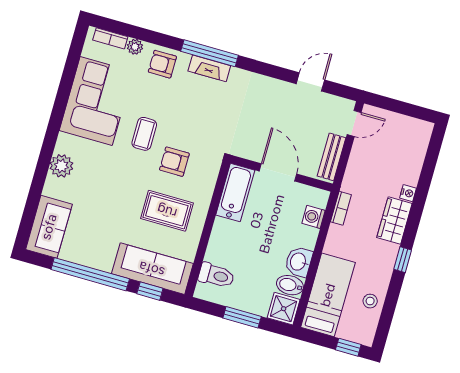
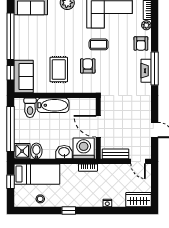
armchair: (162, 64) -> (141, 43), turned 180
door: (278, 172) -> (98, 126), swing flipped
bathtub: (235, 193) -> (53, 105), moved
washing machine: (314, 217) -> (84, 148), width x1.89, depth x1.89
wardrobe: (394, 221) -> (138, 200), moved
washbasin: (299, 262) -> (64, 152), moved
sofa: (152, 269) -> (24, 77), width x0.73
window: (242, 317) -> (11, 129), width x2.11
window: (348, 347) -> (11, 182), moved

